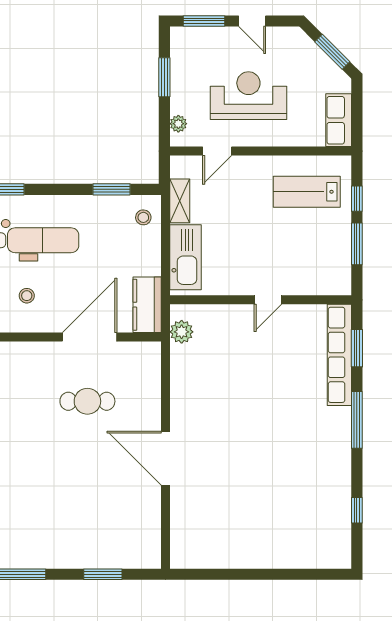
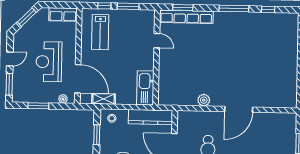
door: (217, 151) -> (78, 79), width x1.87
kitchen sink: (185, 257) -> (145, 88), moved, turned -90
door: (268, 300) -> (157, 41), moved
kitchen counter: (147, 305) -> (150, 117), width x1.50
plant: (182, 332) -> (204, 100), moved
window: (357, 420) -> (234, 9), moved

